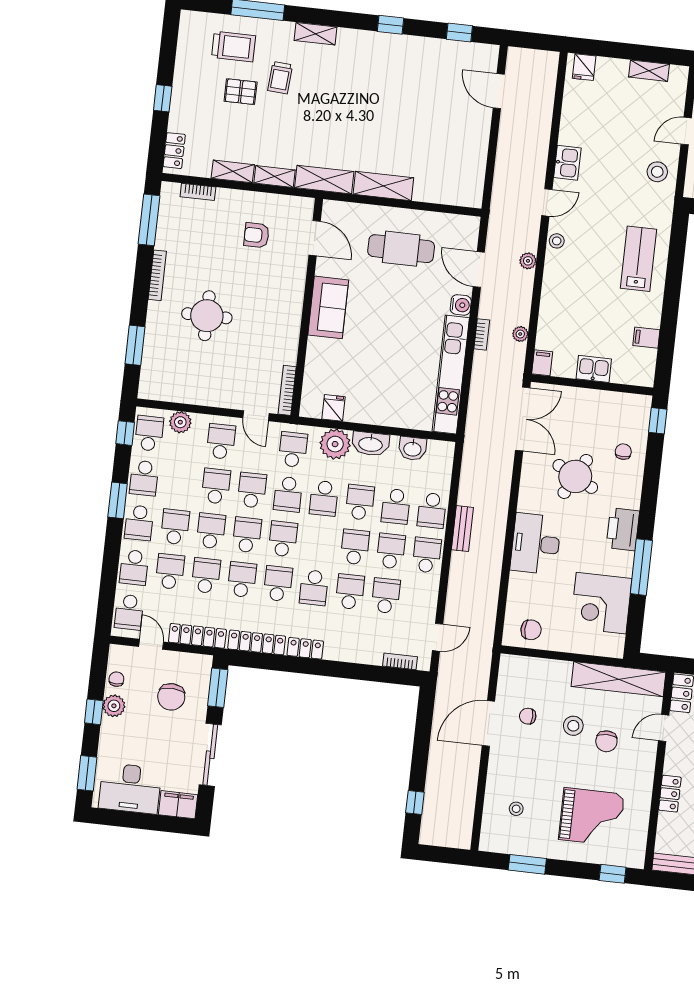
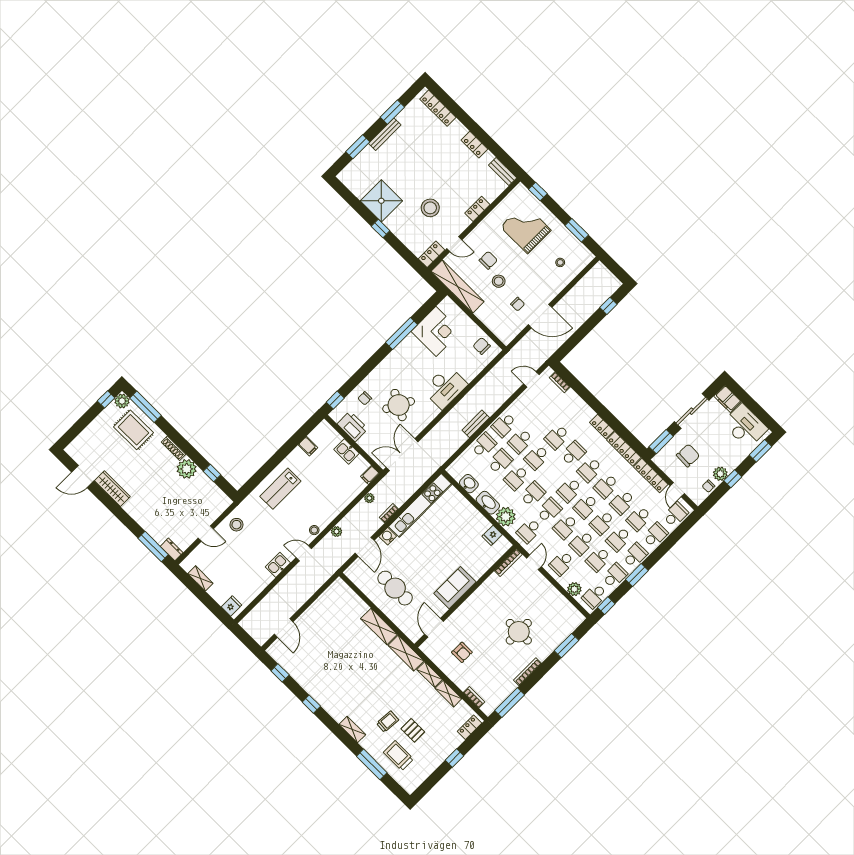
printer: (623, 529) -> (353, 426), moved, turned -90
school desk: (386, 596) -> (598, 559), moved

